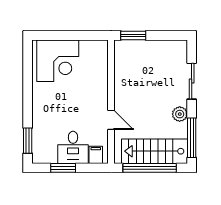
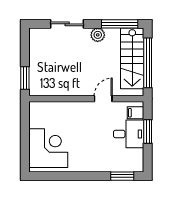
window: (63, 168) -> (148, 132), moved

